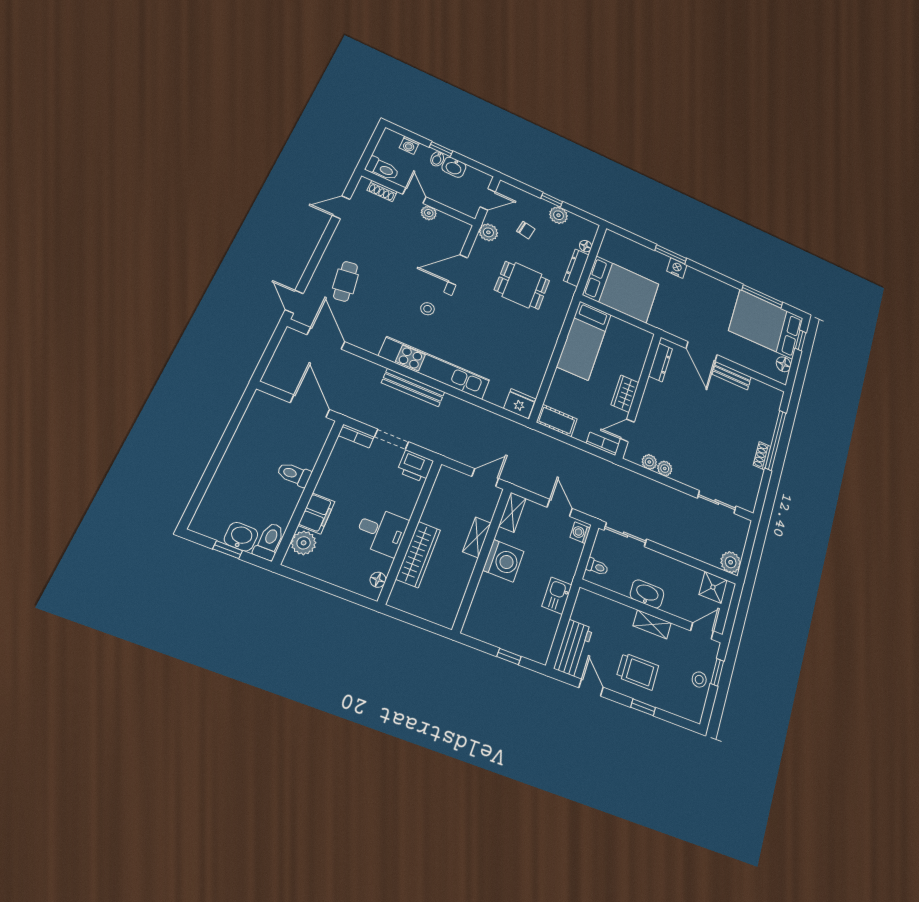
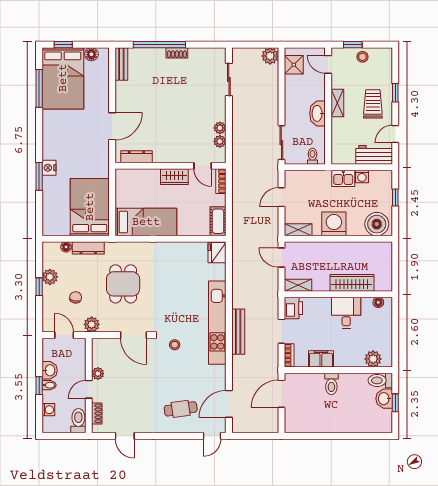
bench: (732, 376) -> (121, 64), moved
filing cabinet: (316, 514) -> (321, 359), moved
washing machine: (580, 533) -> (362, 176), moved
shelving: (477, 537) -> (298, 285), moved
boiler: (483, 618) -> (377, 224), added

